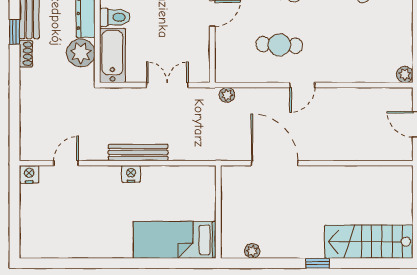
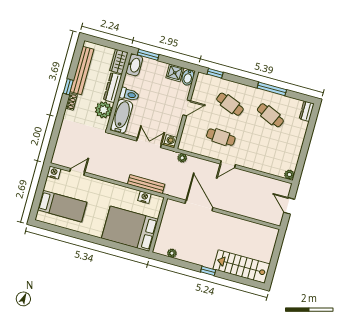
washing machine: (201, 74) -> (170, 141), added
bench: (138, 152) -> (146, 184), moved
nightstand: (131, 174) -> (144, 197), moved
bed: (57, 224) -> (62, 206), added
bed: (175, 240) -> (130, 229), width x1.50

